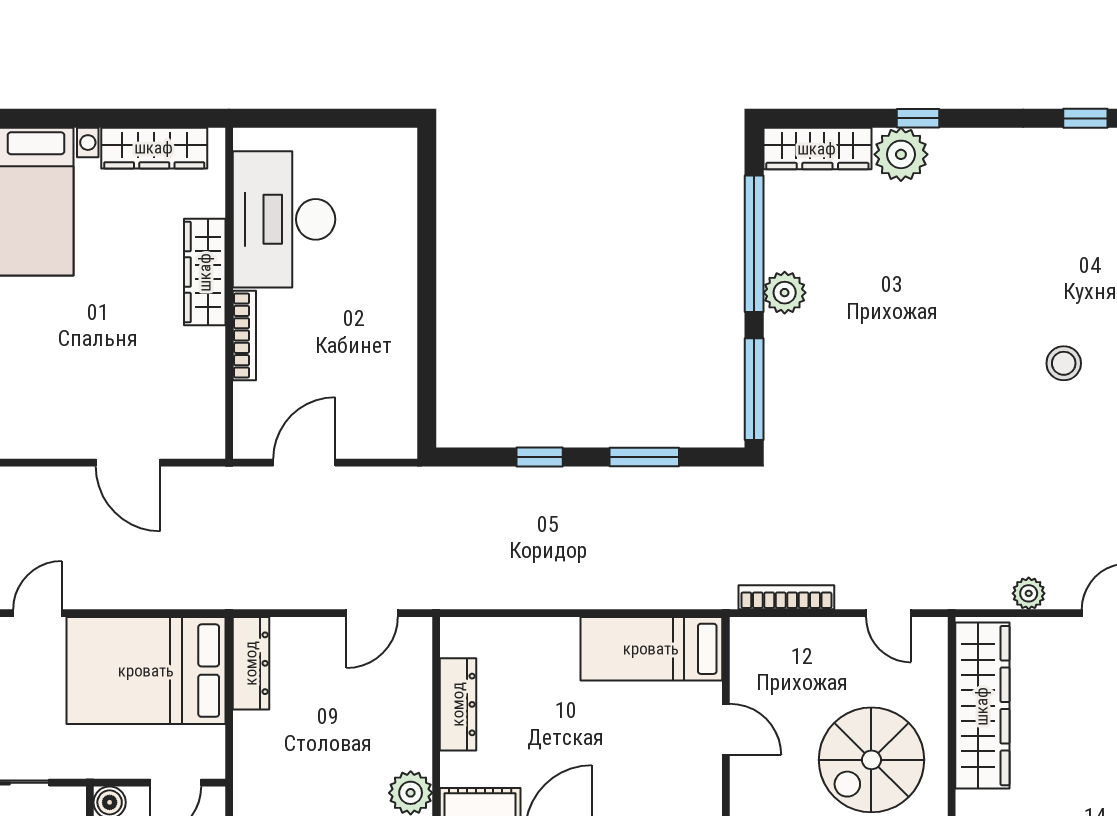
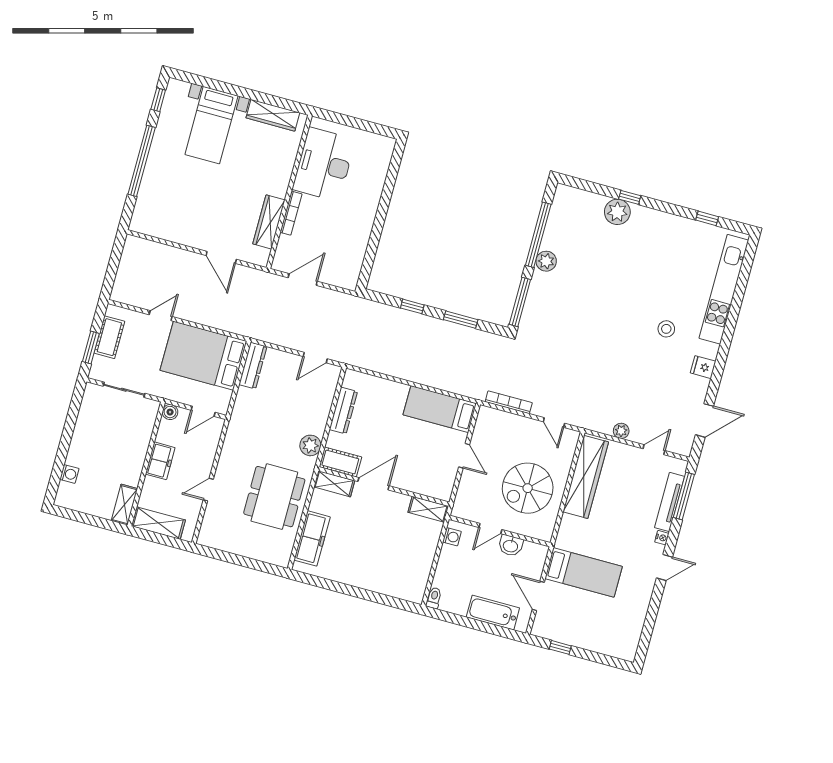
wardrobe: (817, 149) -> (579, 199), removed
wardrobe: (205, 272) -> (269, 222), moved

